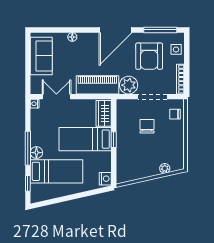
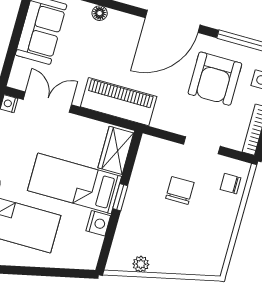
plant: (129, 85) -> (169, 116), removed
doorway: (152, 97) -> (202, 145), width x0.73
plant: (165, 168) -> (141, 264), moved
nightstand: (105, 179) -> (98, 223), moved

